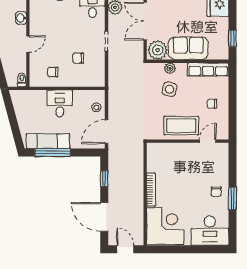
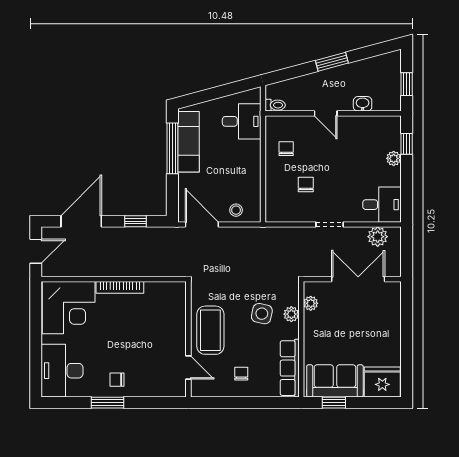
sofa: (188, 48) -> (335, 381), moved, turned -90
plant: (158, 50) -> (311, 303), width x0.53, depth x0.53
desk: (60, 103) -> (242, 121), moved

